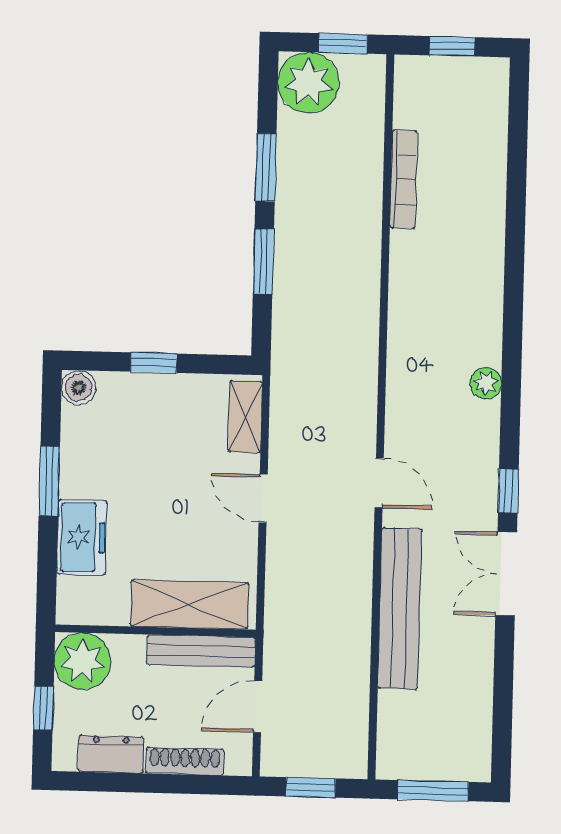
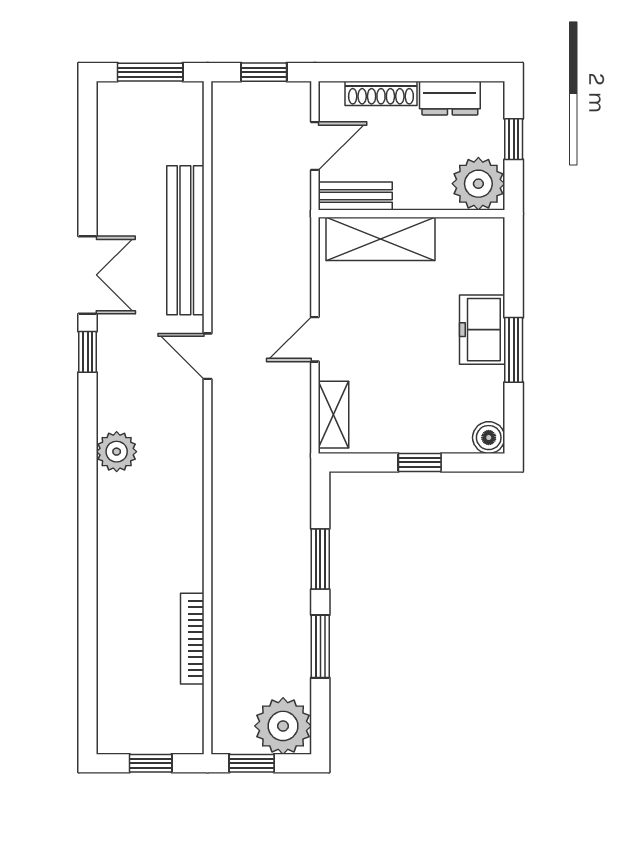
plant: (486, 383) -> (117, 452), width x1.38, depth x1.38
door: (263, 498) -> (315, 339), swing flipped
freezer: (82, 537) -> (482, 330), moved
bench: (201, 651) -> (355, 196), width x0.73

